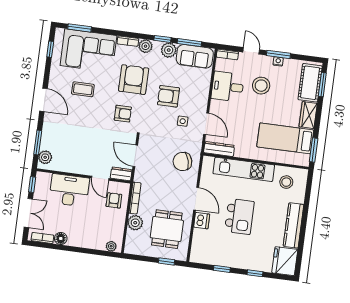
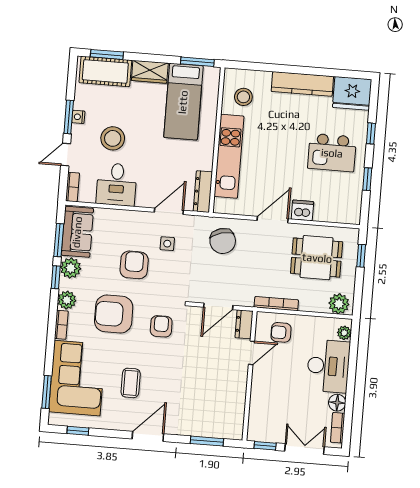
armchair: (168, 96) -> (134, 265), turned 180
plant: (45, 157) -> (227, 430), removed
desk: (69, 190) -> (328, 366), moved, turned 180
kitchen island: (239, 217) -> (332, 153), moved, turned 180
plant: (135, 223) -> (339, 304), moved

